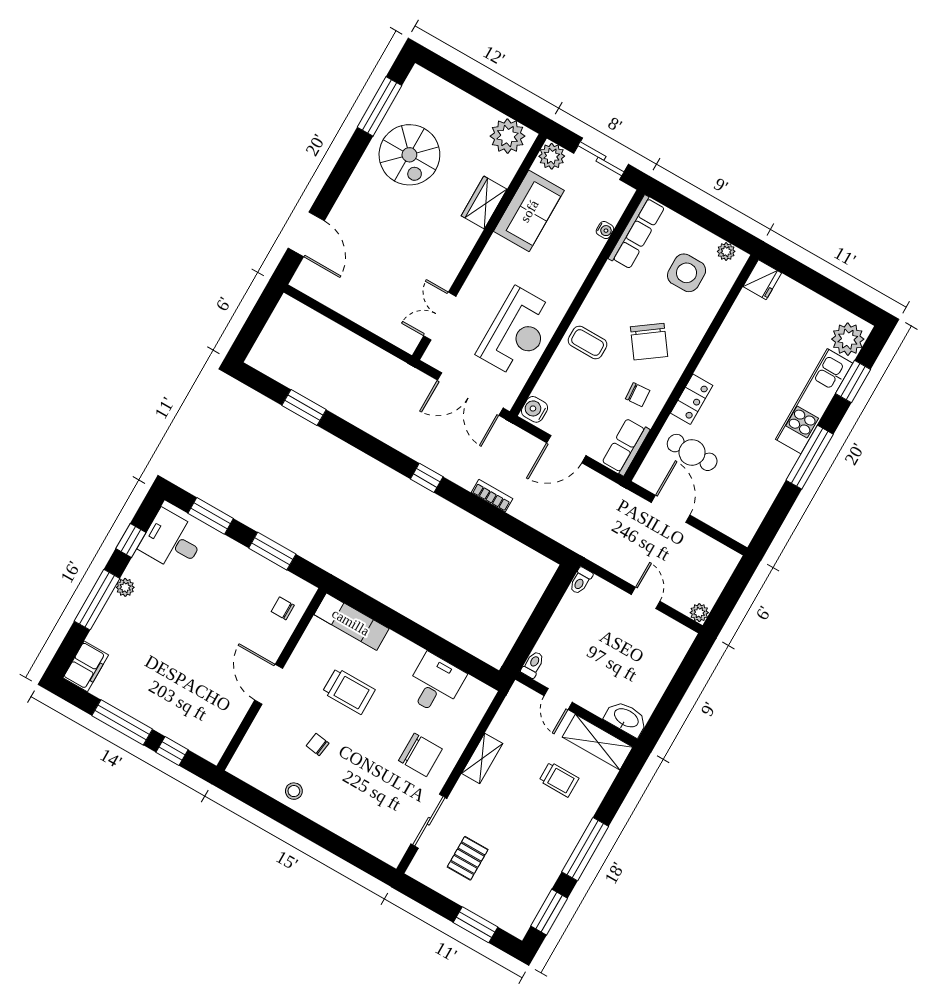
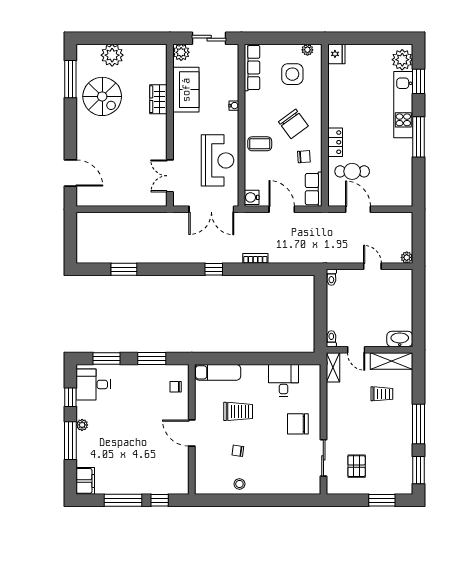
plant: (508, 136) -> (112, 55), moved
water cooler: (605, 230) -> (234, 106), moved
door: (566, 449) -> (282, 209), swing flipped
chair: (420, 755) -> (298, 424), turned 180
shelving: (482, 758) -> (333, 367), moved

